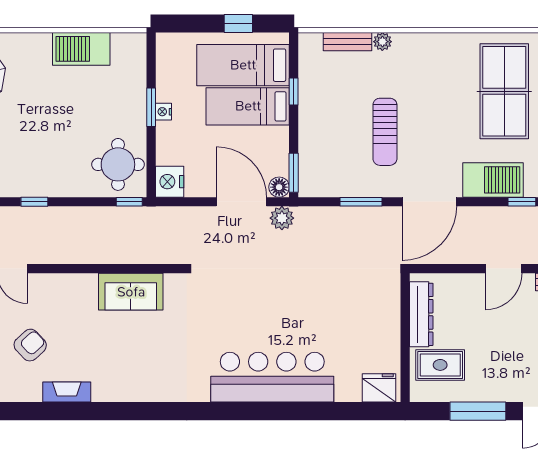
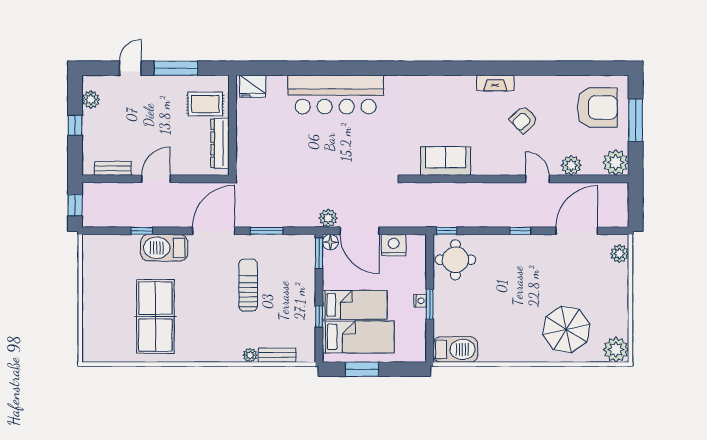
window: (238, 24) -> (362, 369), width x1.50
barbecue: (81, 49) -> (455, 349), moved
nightstand: (170, 182) -> (394, 245), moved, turned -90

